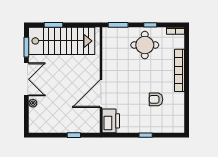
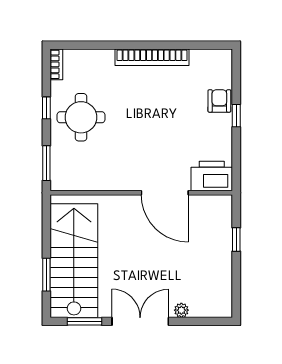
bookcase: (180, 70) -> (152, 57), moved
armchair: (156, 99) -> (219, 101), moved, turned 180

